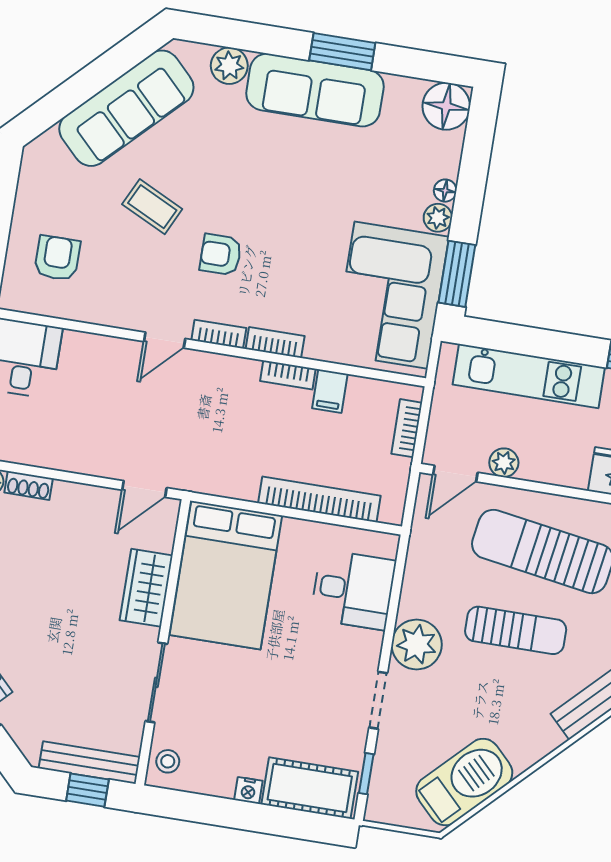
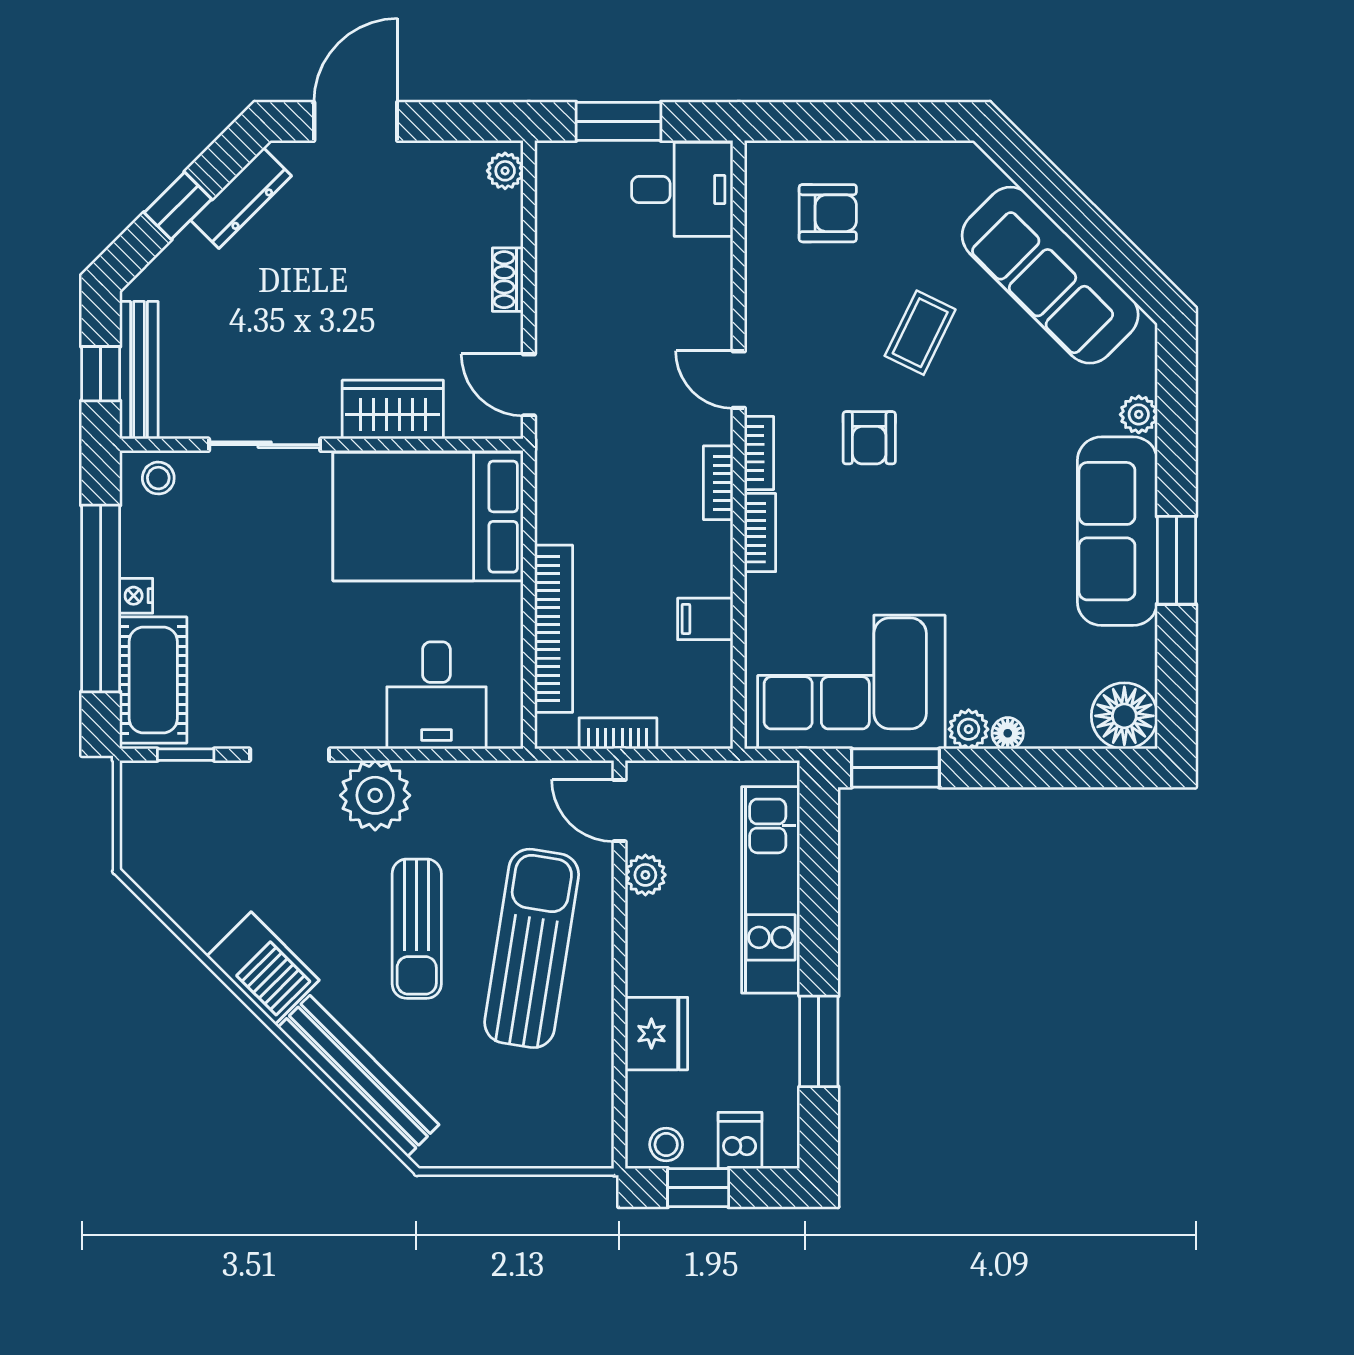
plant: (229, 66) -> (1139, 414), width x0.73, depth x0.73
armchair: (221, 255) -> (869, 438), turned 180
bookcase: (288, 375) -> (718, 483), moved
bookcase: (407, 428) -> (618, 733), moved
shoe rack: (29, 485) -> (508, 280), moved
barbecue: (464, 782) -> (263, 968), moved, width x0.73, depth x0.83
window: (246, 816) -> (101, 599), added

